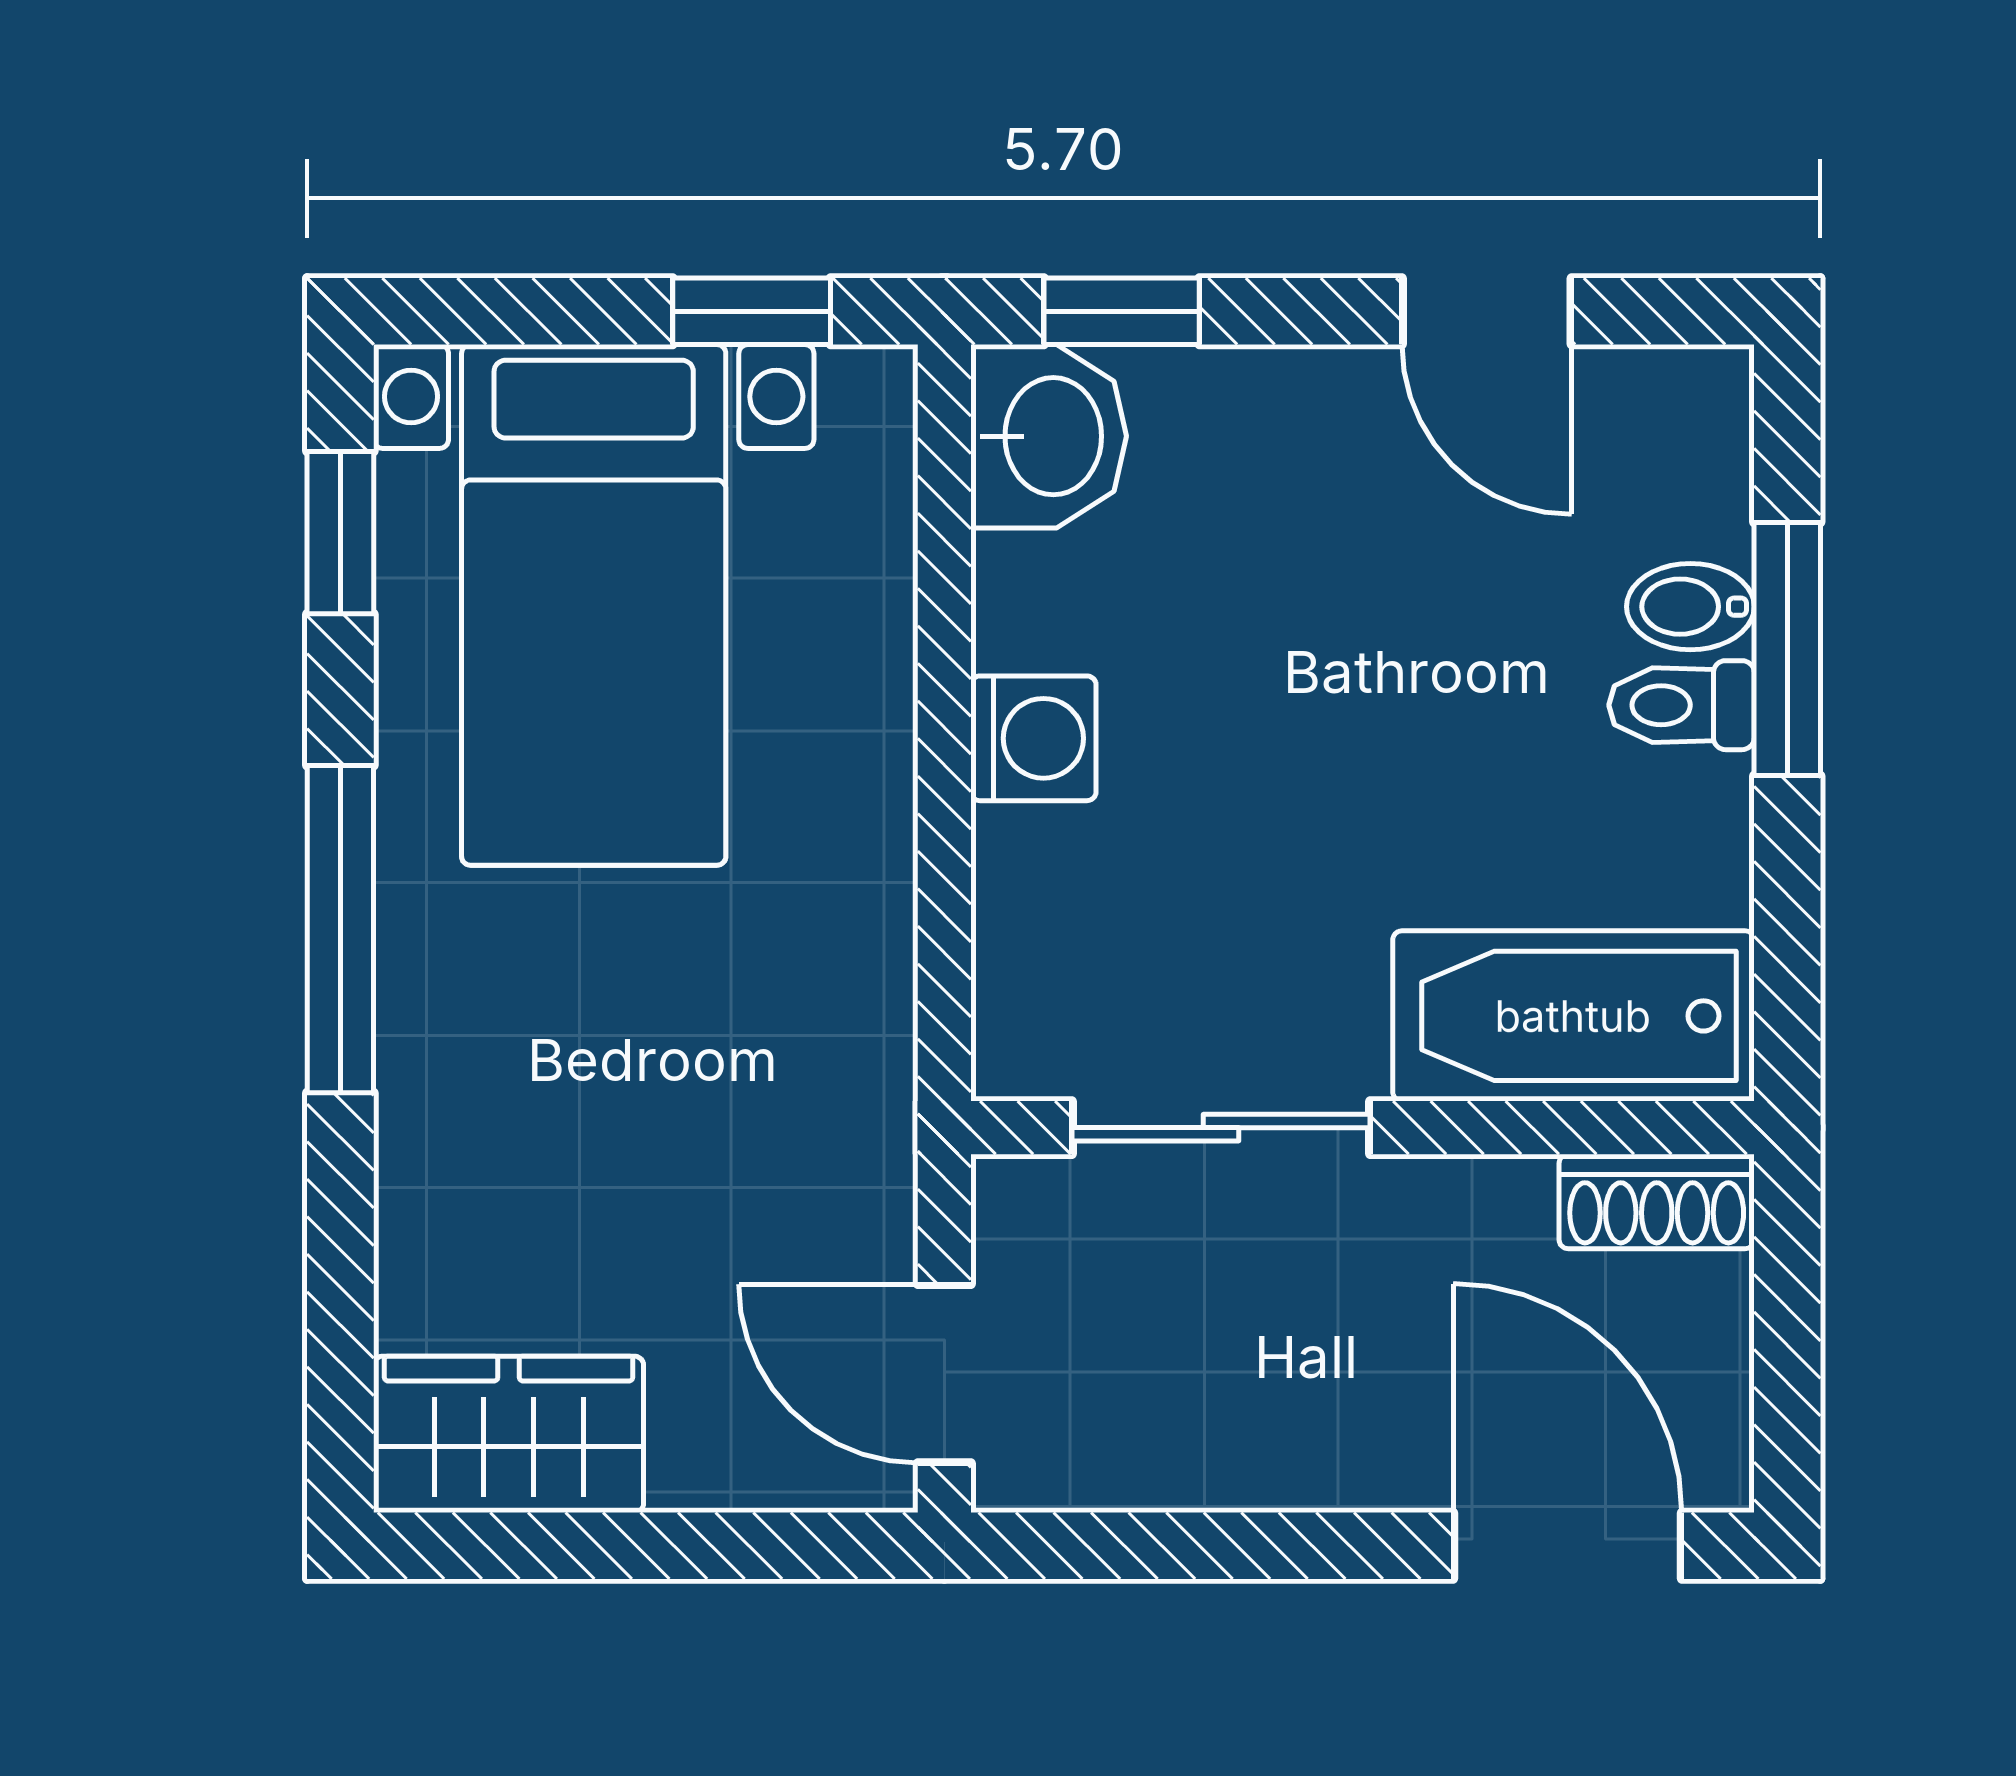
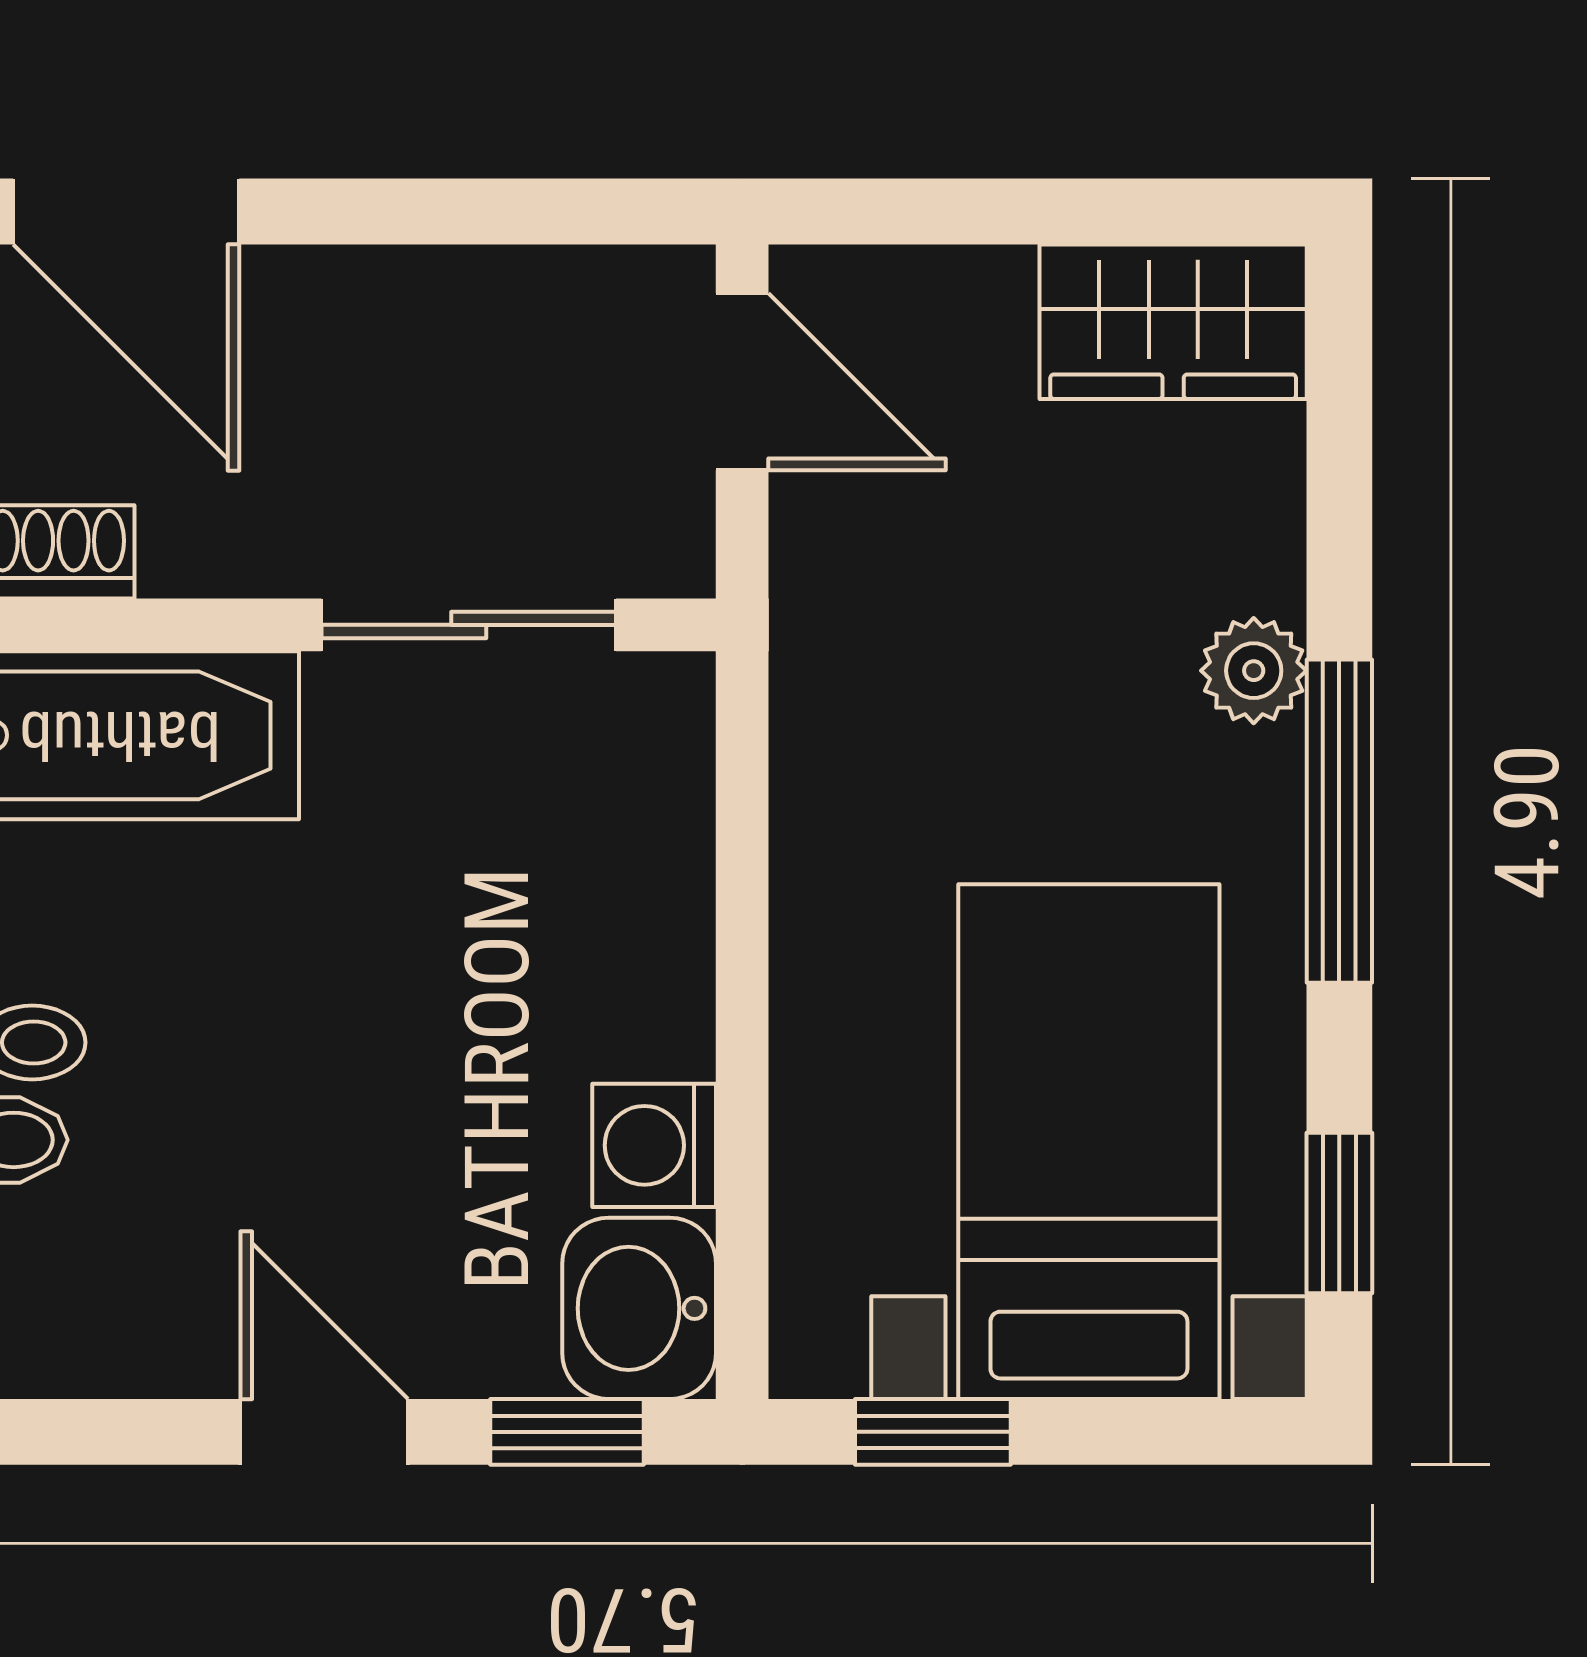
door: (1487, 311) -> (324, 1432), moved
washing machine: (1033, 738) -> (654, 1145), moved
plant: (427, 1081) -> (1254, 671), added

